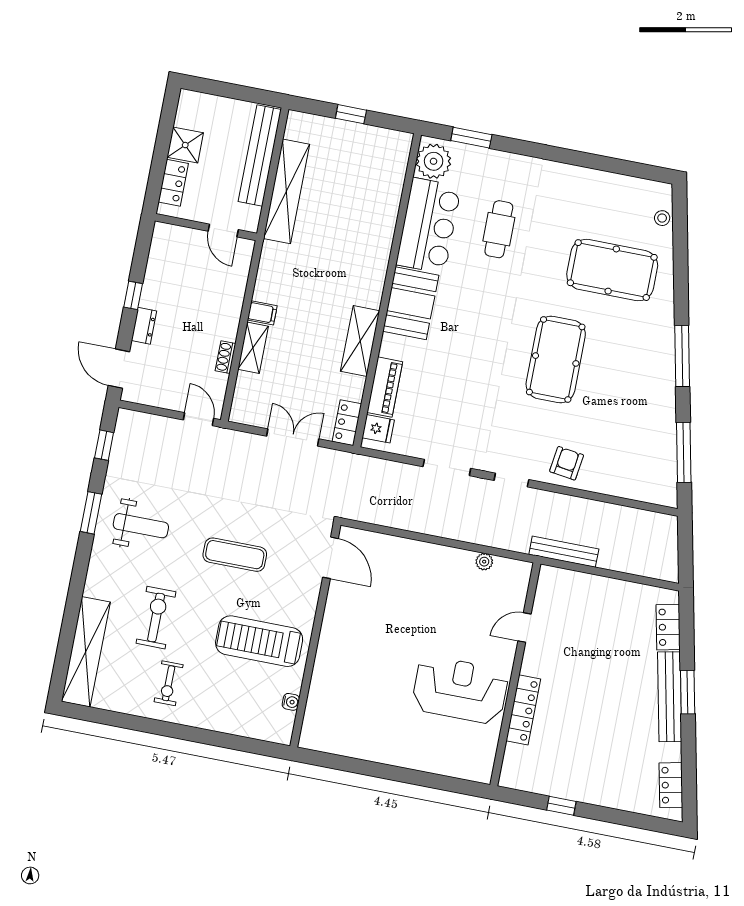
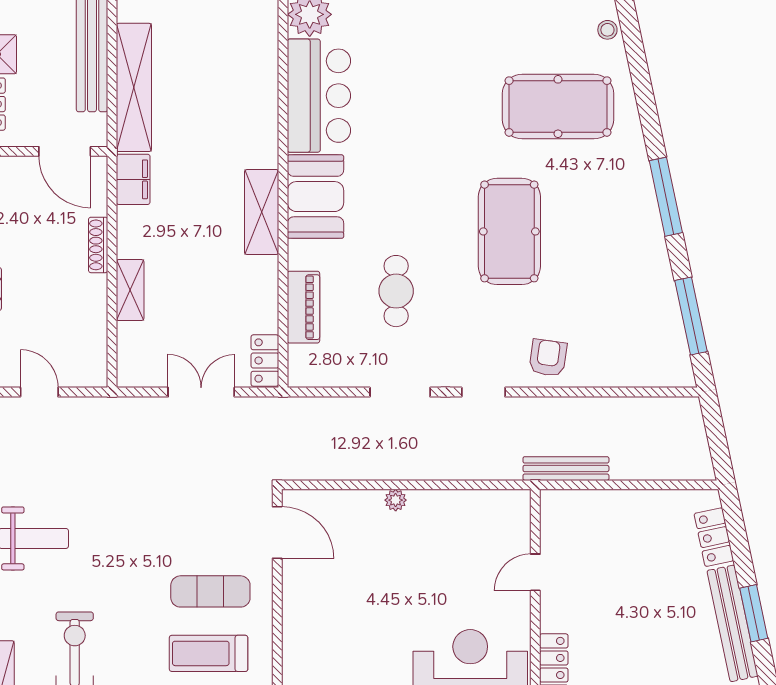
cafe table: (499, 229) -> (396, 291), moved
door: (223, 230) -> (65, 151), width x1.38
filing cabinet: (262, 313) -> (133, 179), moved, width x2.00
shelving: (360, 341) -> (262, 212), moved
shoe rack: (225, 357) -> (98, 245), moved, width x1.43
door: (199, 419) -> (39, 392), moved
fridge: (378, 429) -> (305, 361), removed
exercise mat: (235, 555) -> (210, 591), moved
plant: (484, 562) -> (396, 500), moved
treadmill: (259, 641) -> (209, 653), width x0.73, depth x0.73

